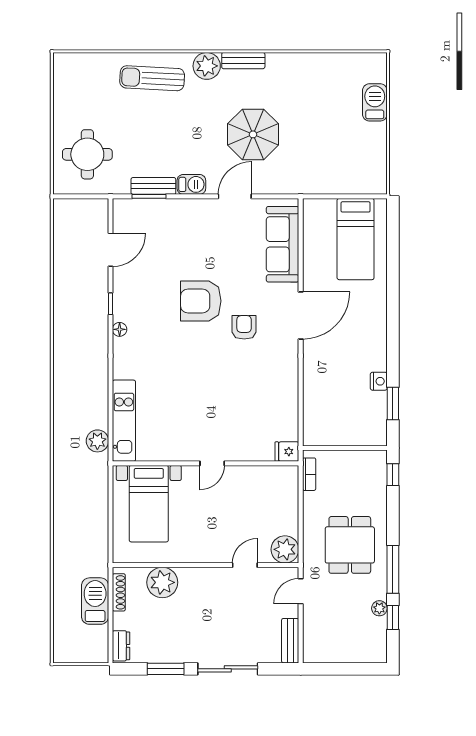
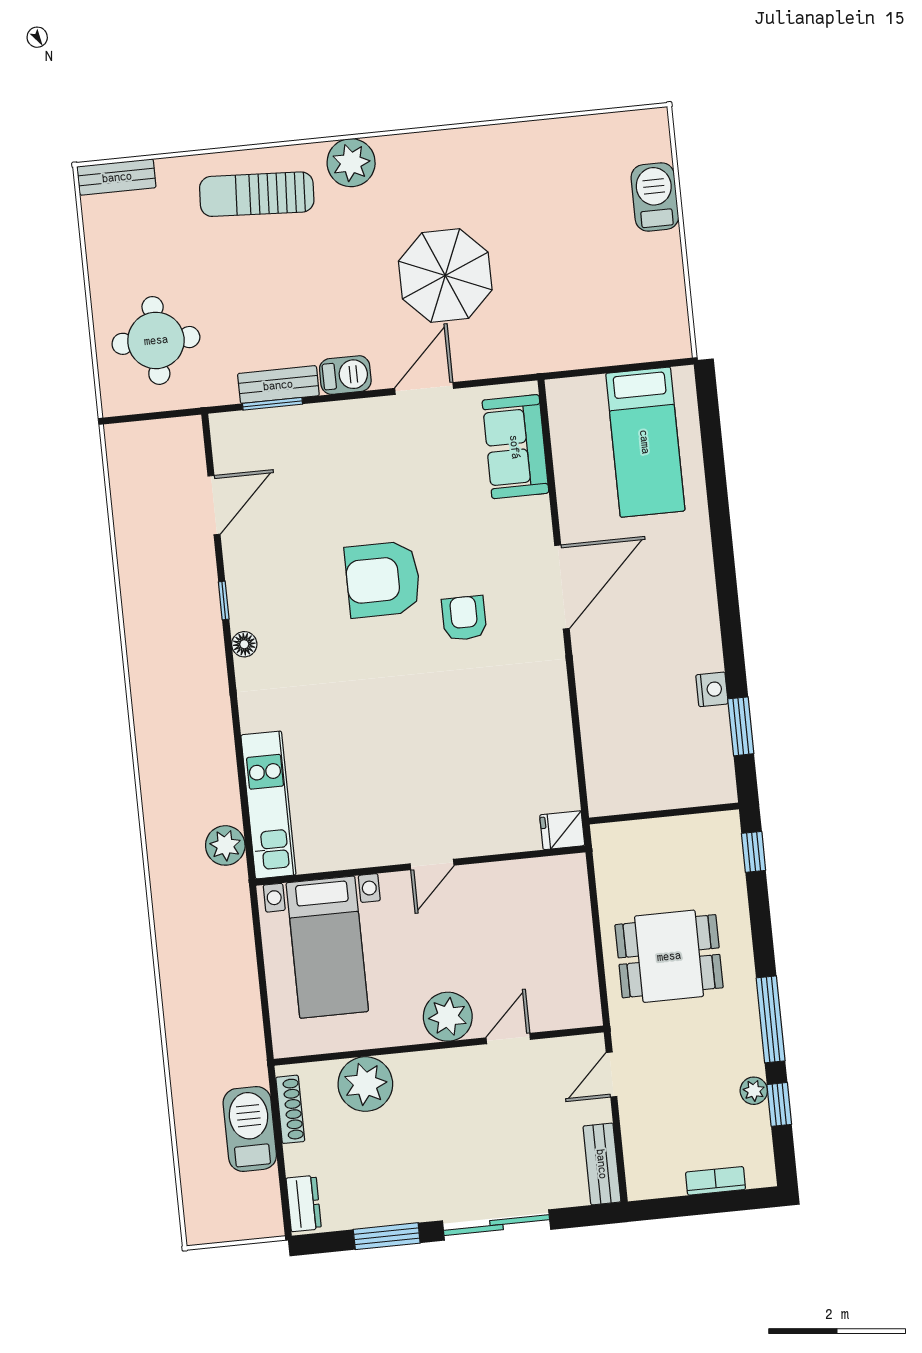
bench: (243, 61) -> (117, 177), moved
sofa: (283, 244) -> (515, 447), width x0.73
bookcase: (309, 474) -> (715, 1181), moved, turned -90
dining table: (350, 545) -> (669, 956), moved, turned 90
plant: (285, 549) -> (448, 1017), moved

